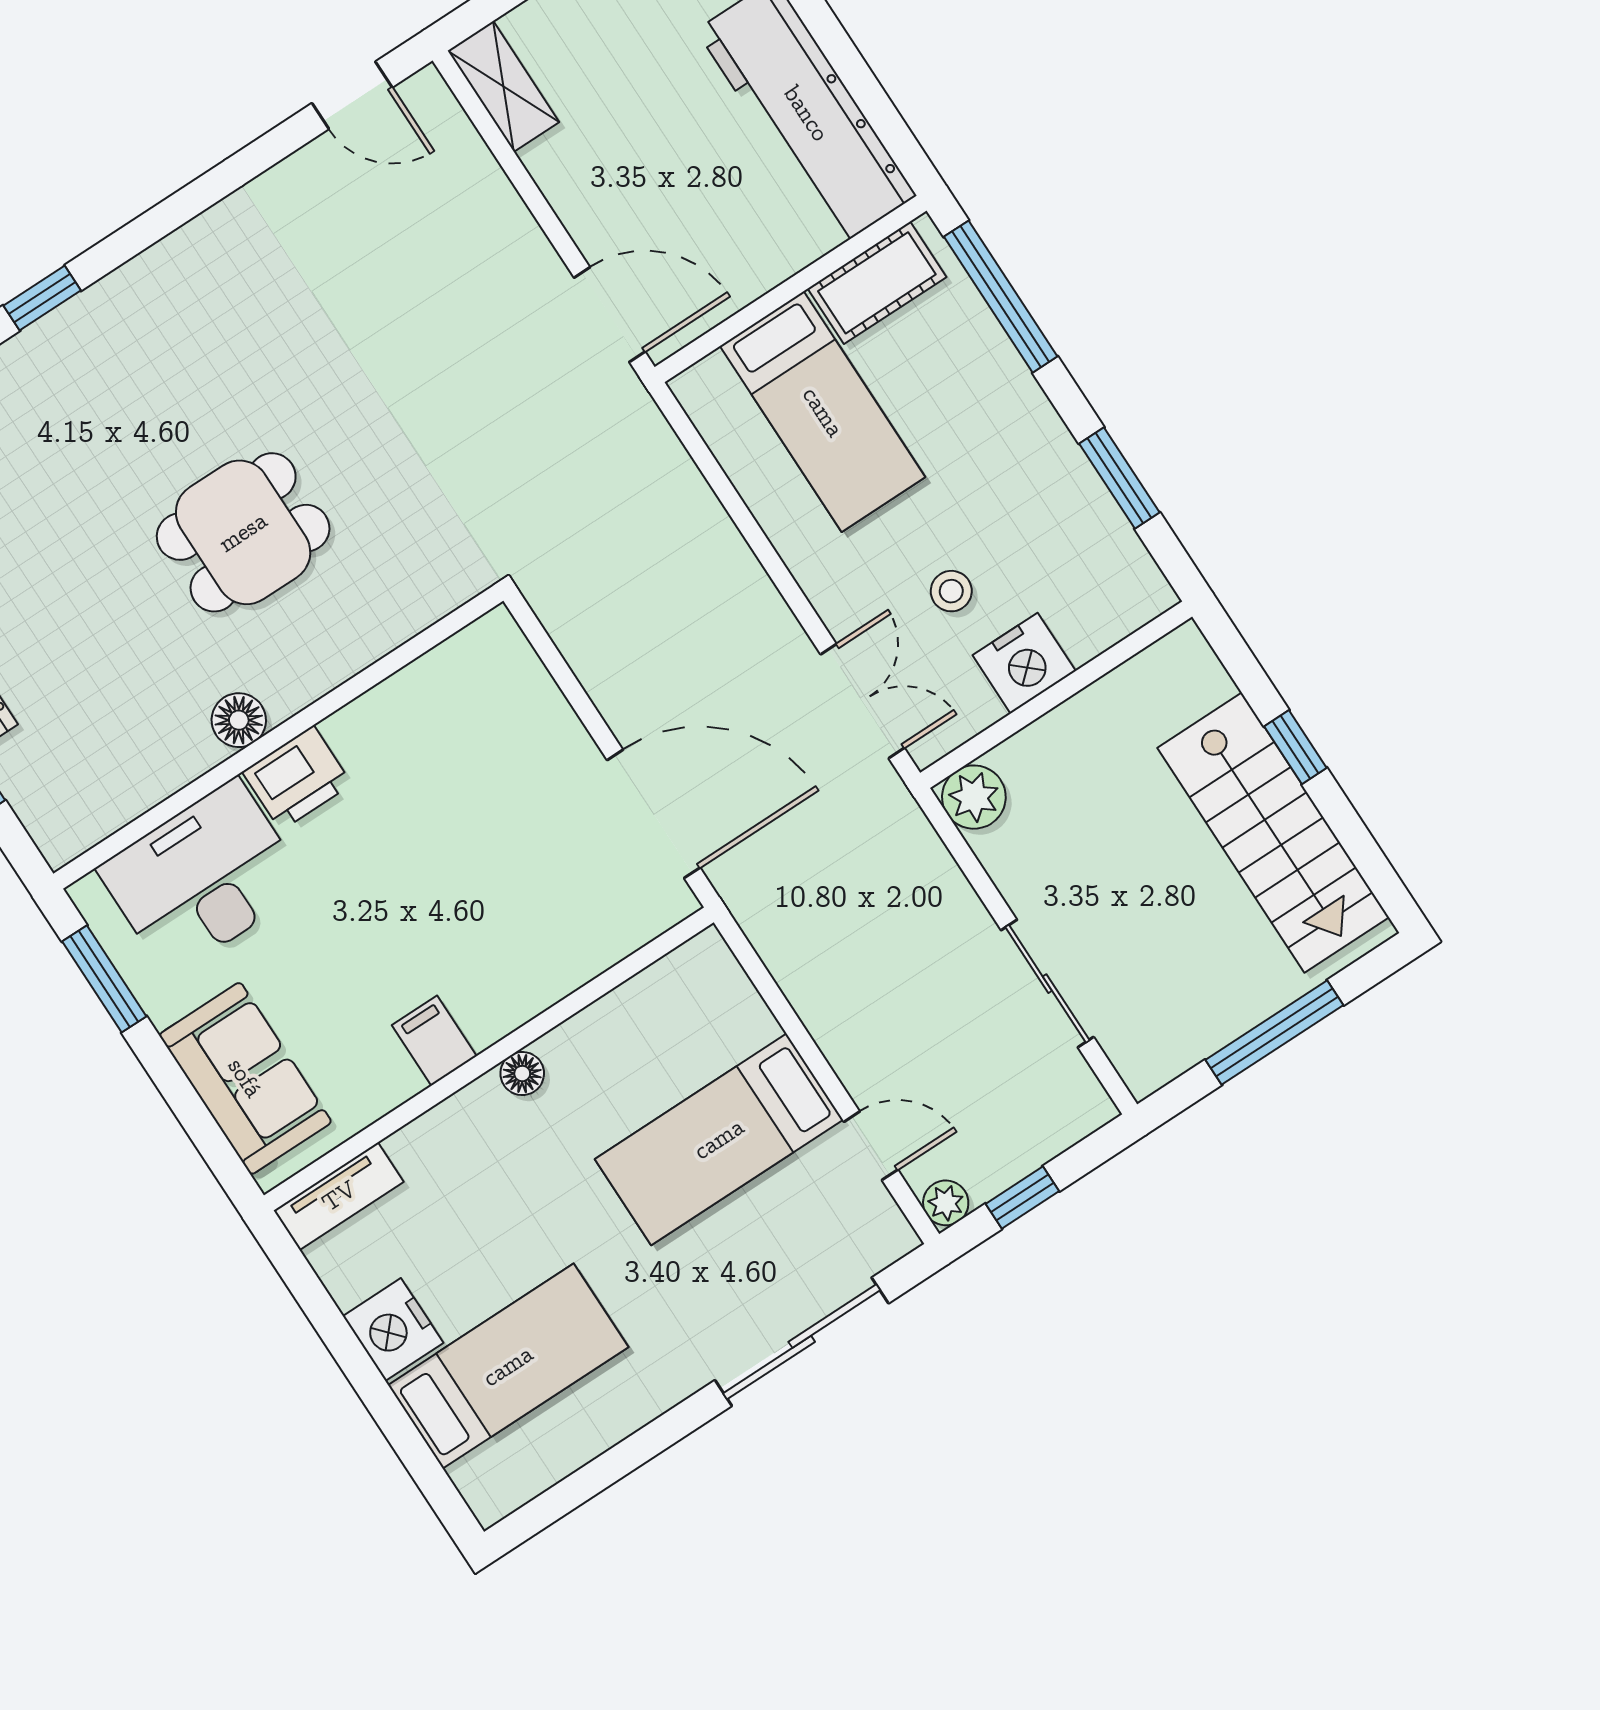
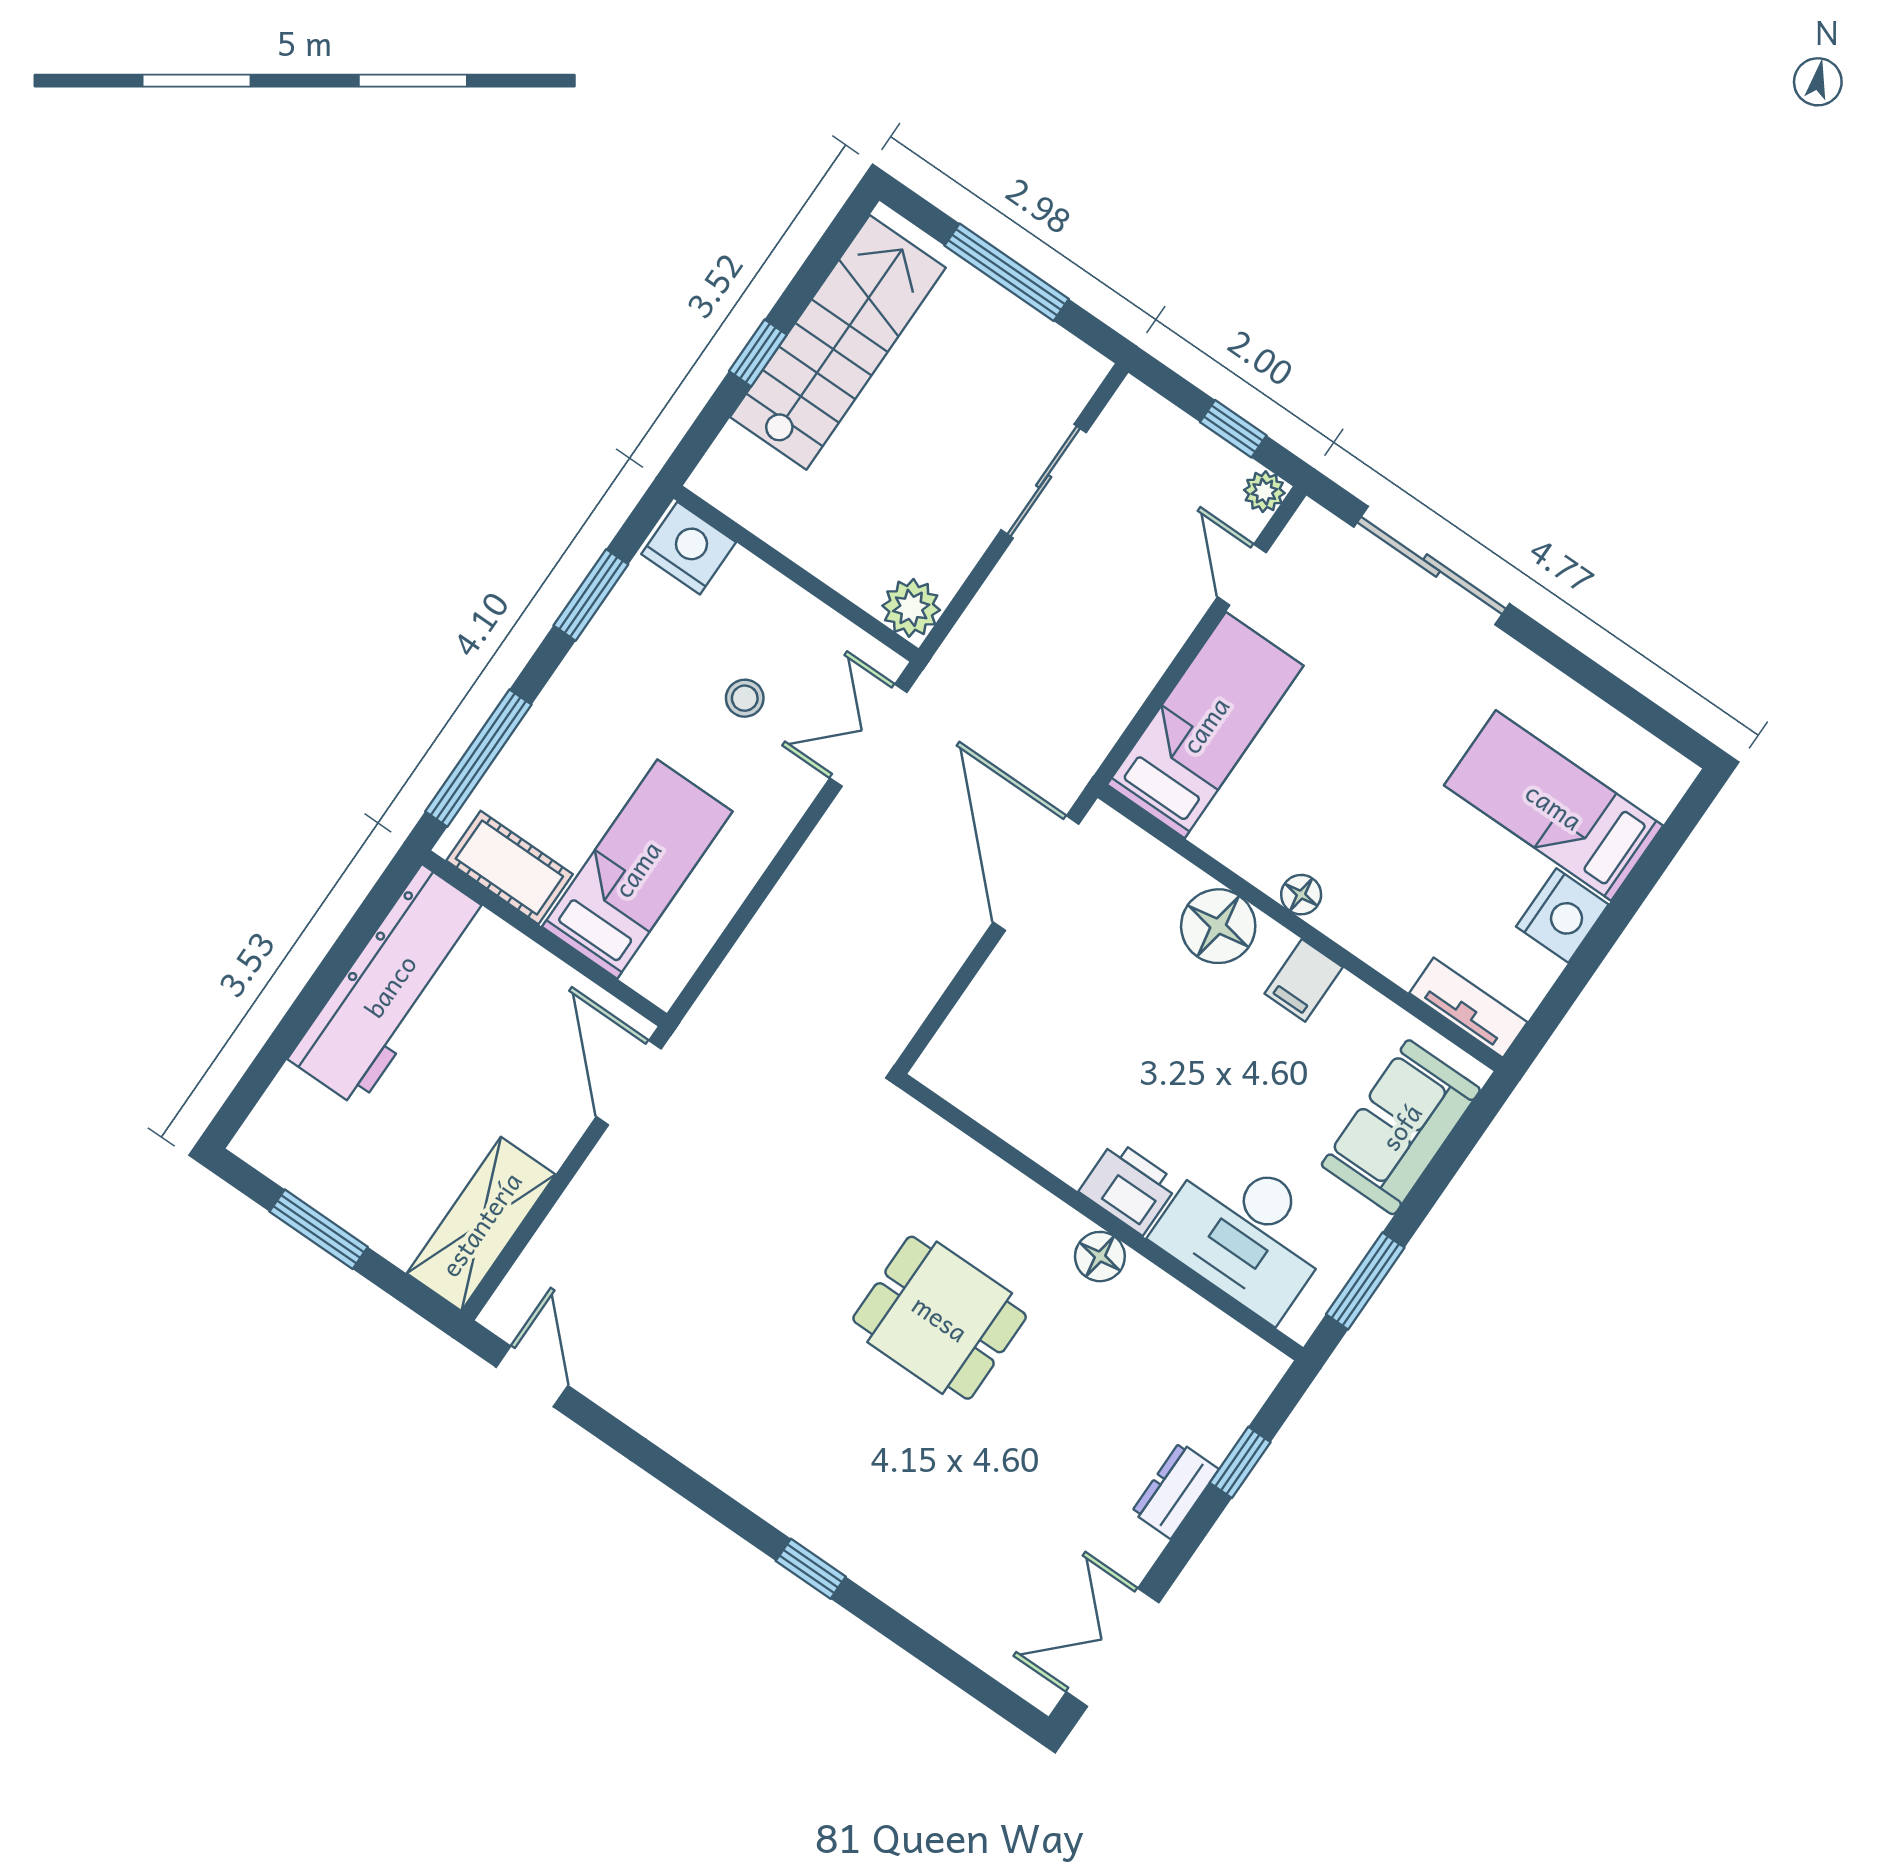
shelving: (503, 86) -> (481, 1224), width x1.50, depth x1.33
nightstand: (1024, 663) -> (689, 548), moved
floor lamp: (525, 976) -> (1218, 926), added
bed: (719, 1139) -> (1205, 725), moved, turned -90

